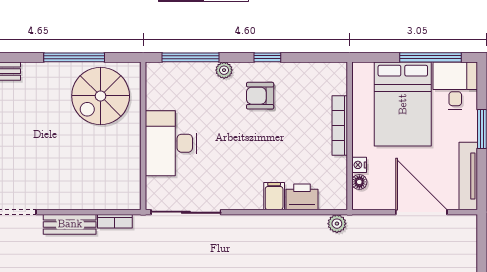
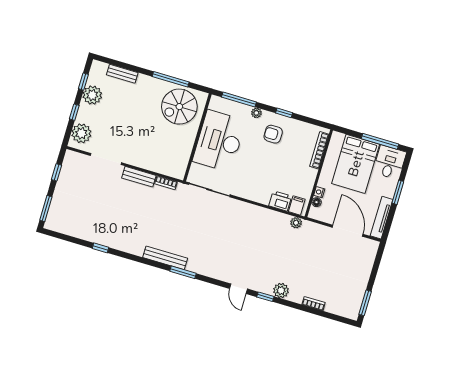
bookcase: (340, 125) -> (319, 150), moved
desk: (171, 143) -> (219, 141), width x1.36, depth x1.30
filing cabinet: (274, 196) -> (297, 205), moved

